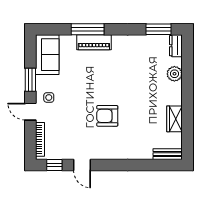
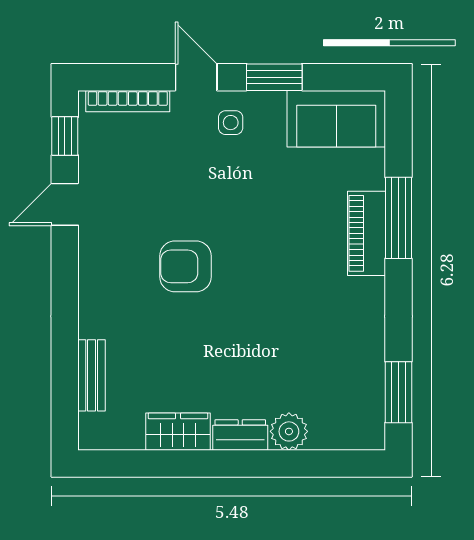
dresser: (176, 46) -> (240, 435), moved
door: (30, 112) -> (196, 77), hinge flipped
armchair: (107, 116) -> (185, 266), turned -90
bench: (168, 154) -> (92, 375), moved

